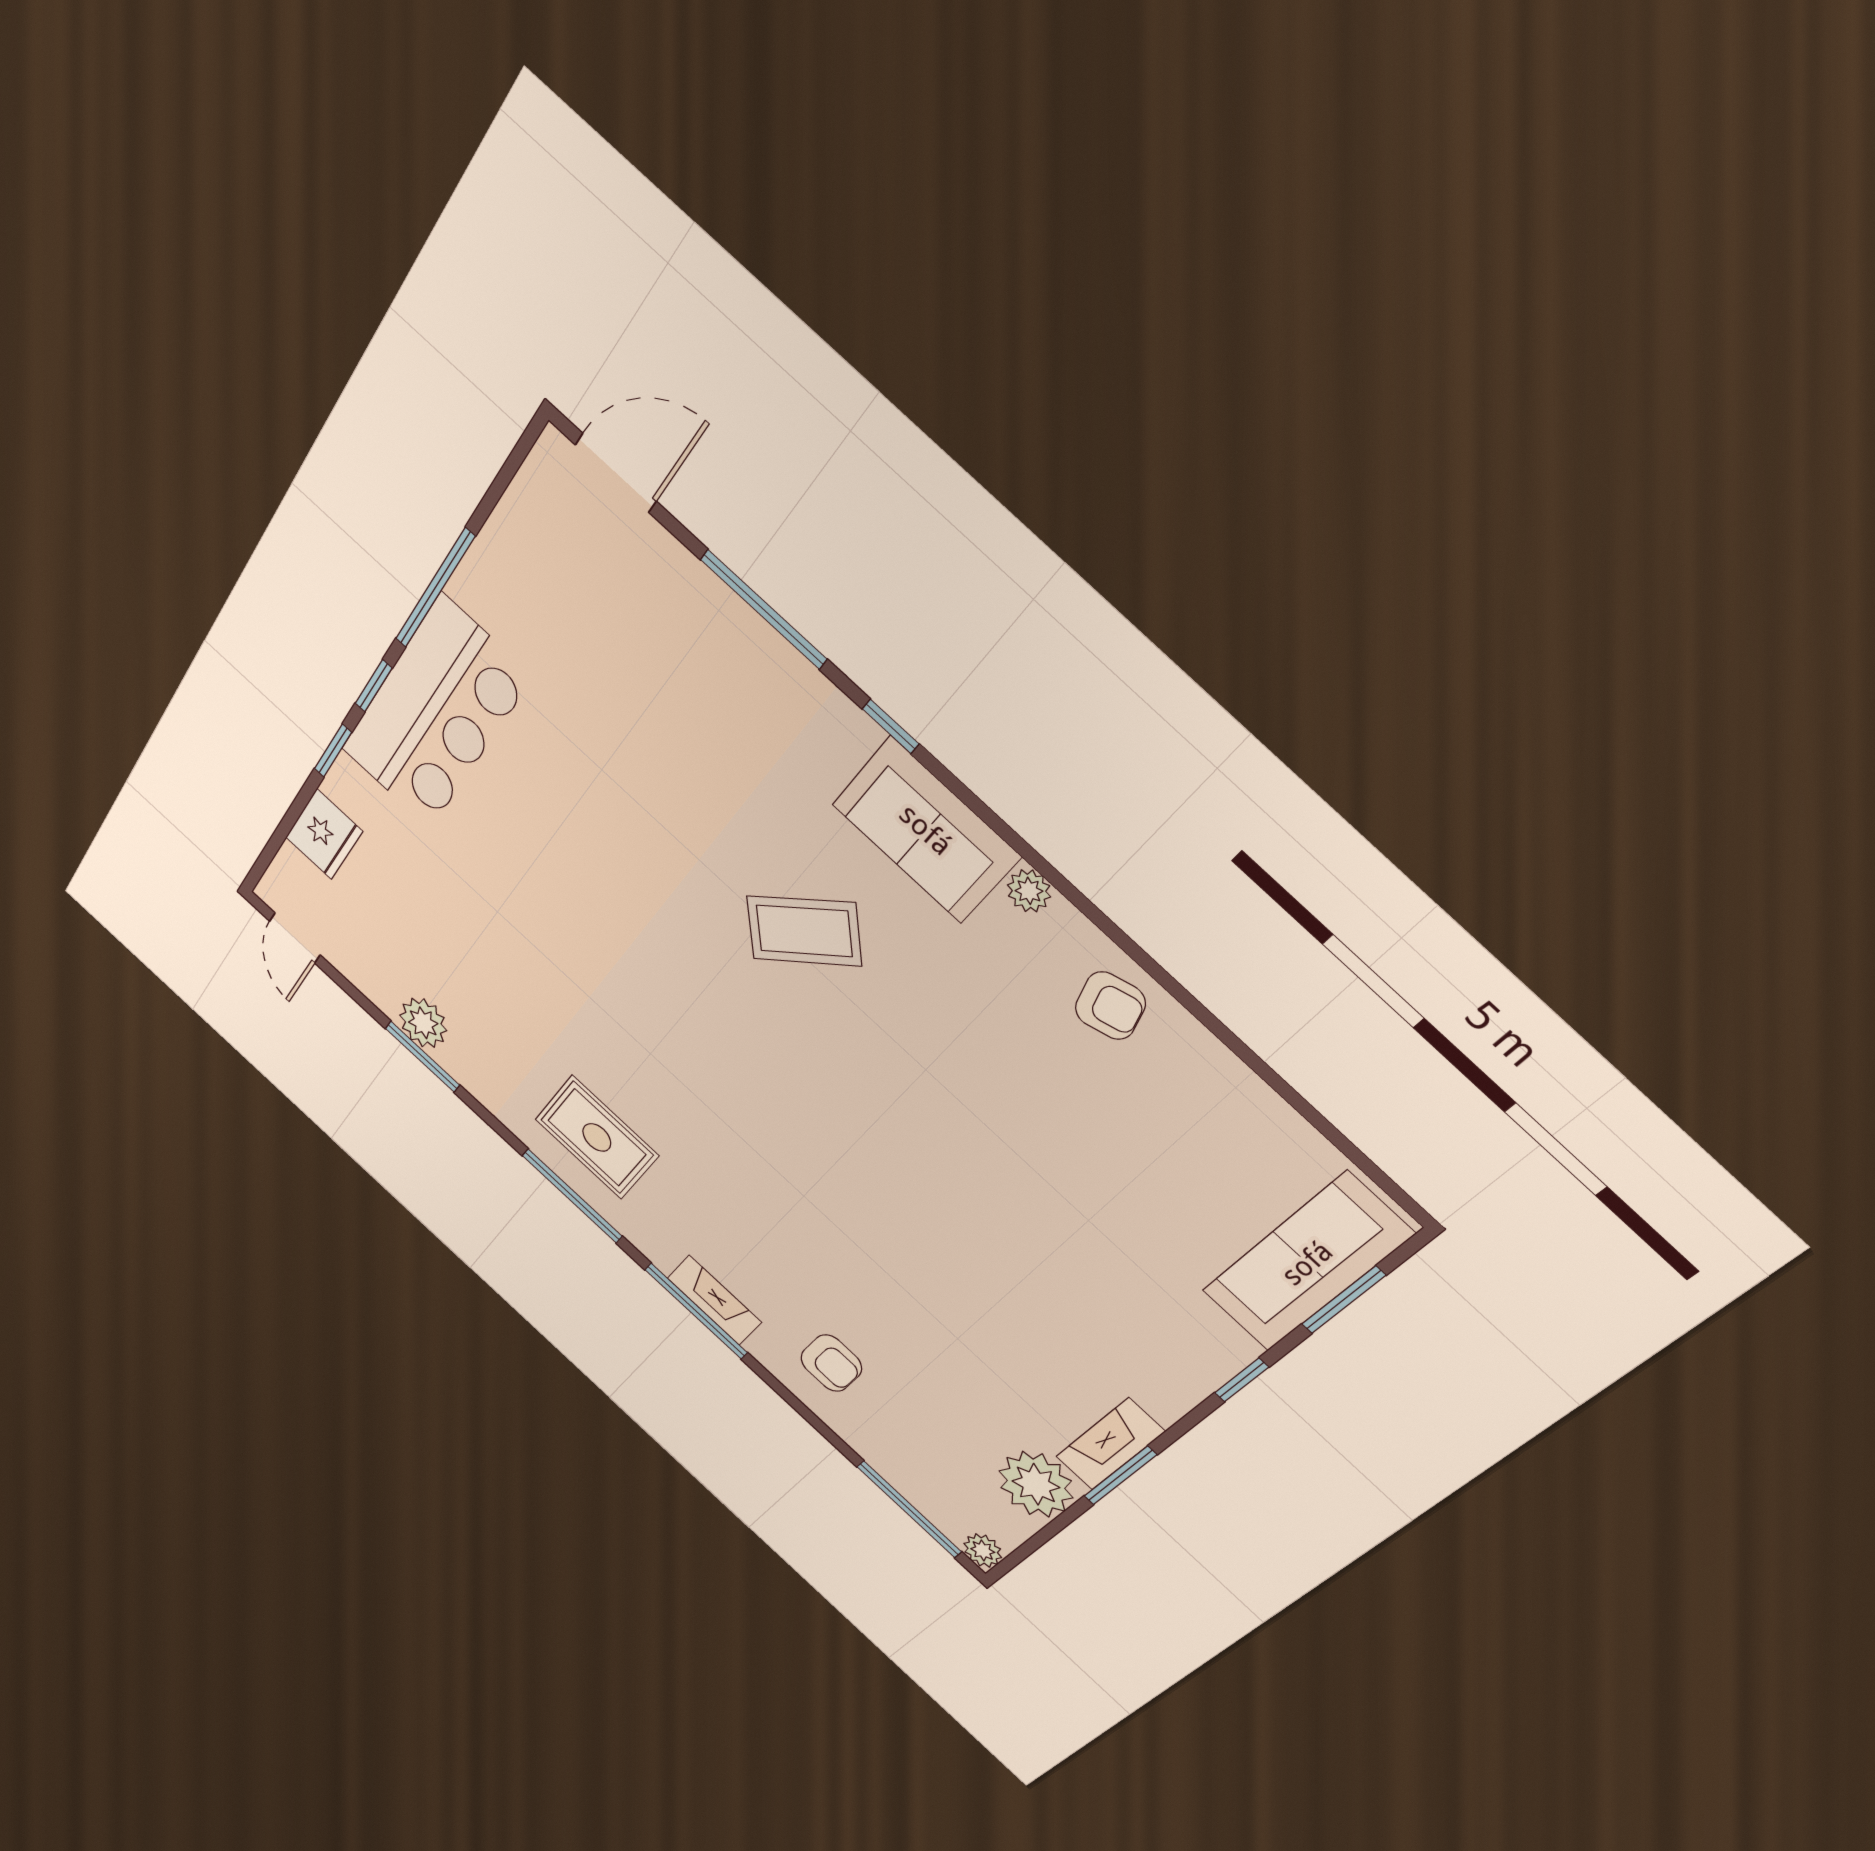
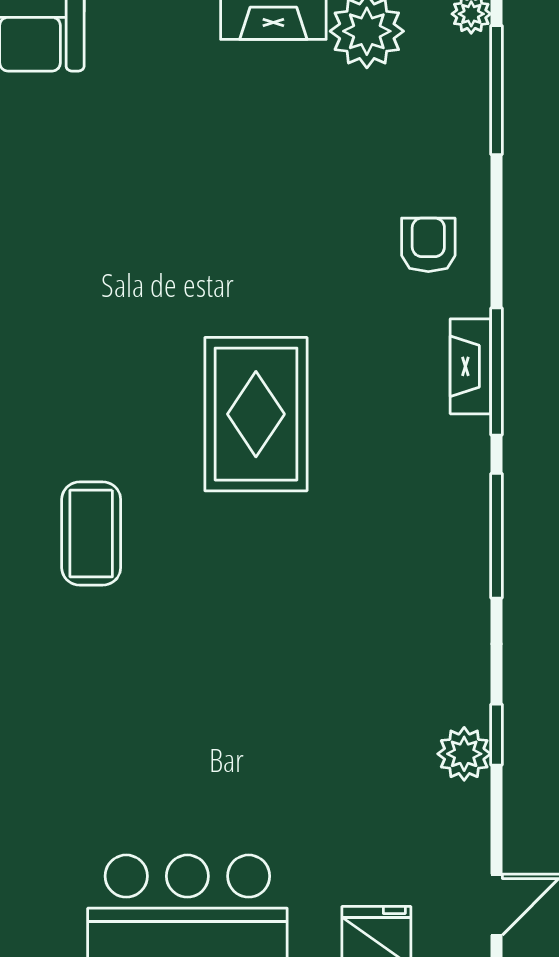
coffee table: (804, 931) -> (91, 534), turned 43
window: (423, 1057) -> (497, 735), width x0.67
rug: (597, 1137) -> (256, 414), moved, width x1.36, depth x1.43

